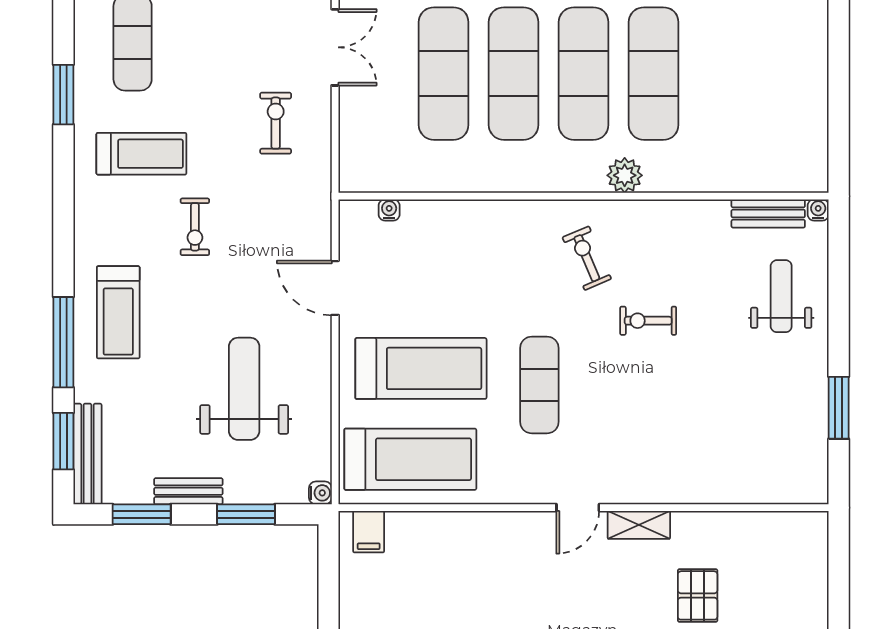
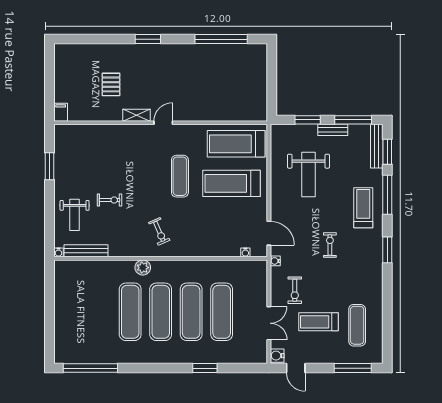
double door: (335, 47) -> (269, 323), swing flipped
window: (63, 95) -> (387, 250), moved
treadmill: (141, 154) -> (319, 322), moved
bench: (768, 214) -> (86, 251), width x1.36
door: (335, 288) -> (269, 233), moved
exercise bike: (648, 321) -> (110, 200), moved
water cooler: (320, 493) -> (275, 261), moved
window: (142, 514) -> (353, 120), width x1.44
filing cabinet: (369, 532) -> (61, 112), moved

